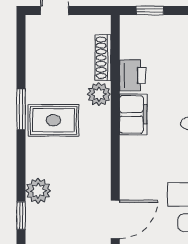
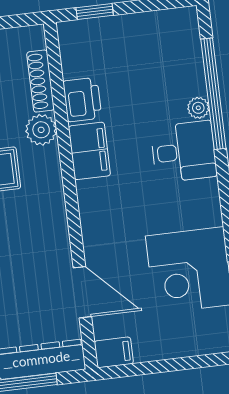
door: (115, 219) -> (82, 292), hinge flipped

